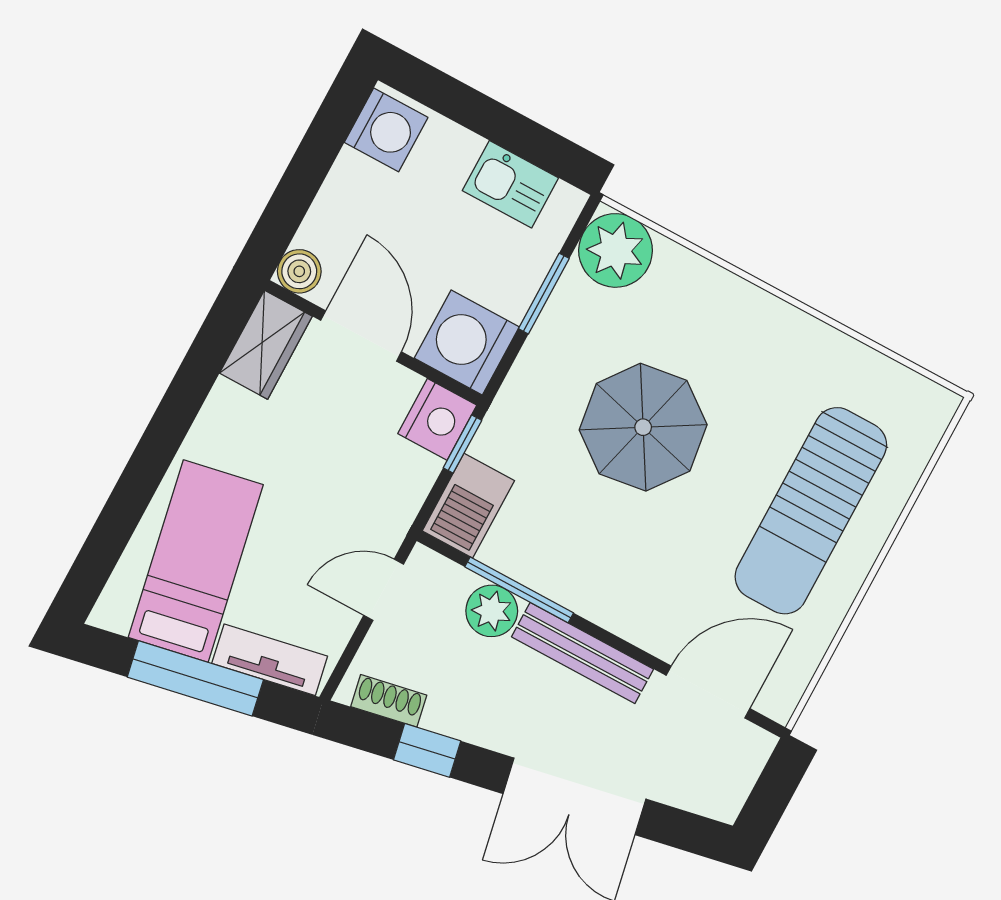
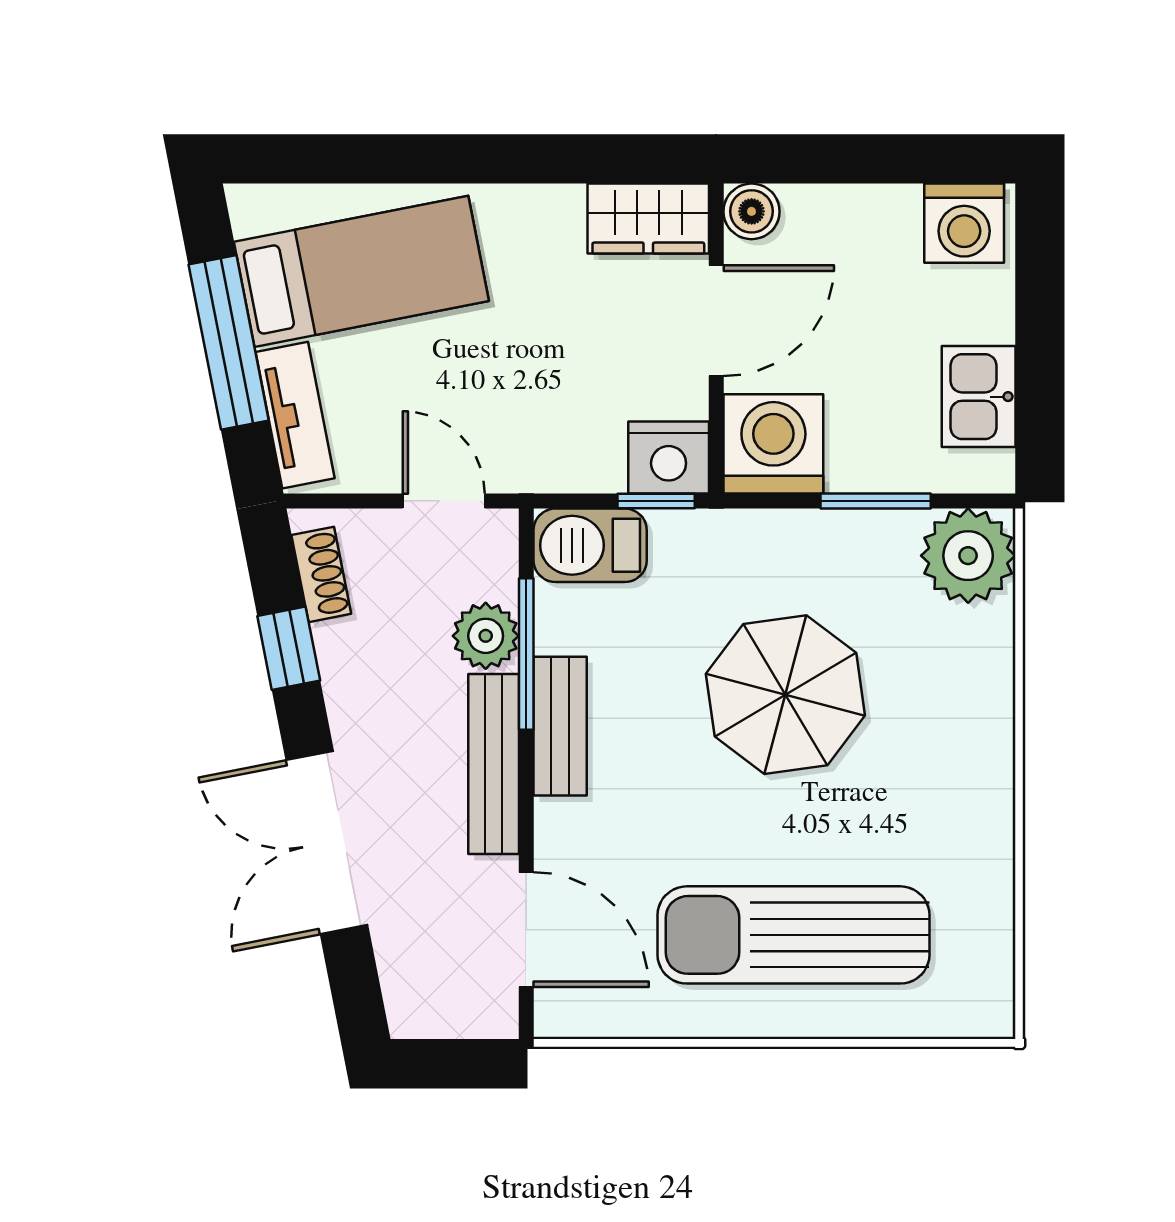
bench: (581, 593) -> (560, 726), added

